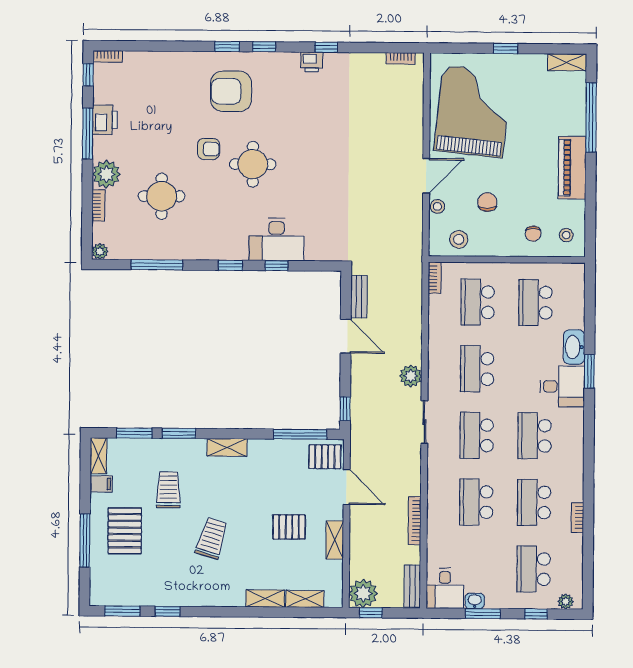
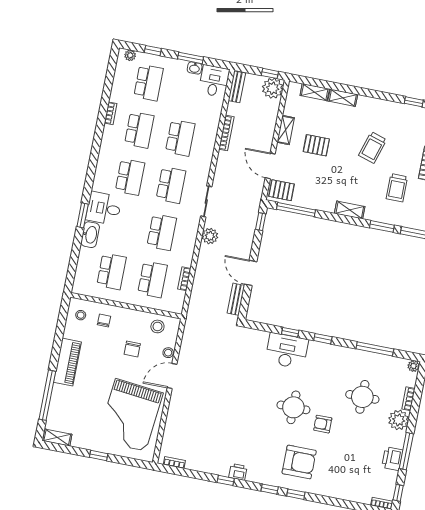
bookcase: (435, 278) -> (184, 279), moved

